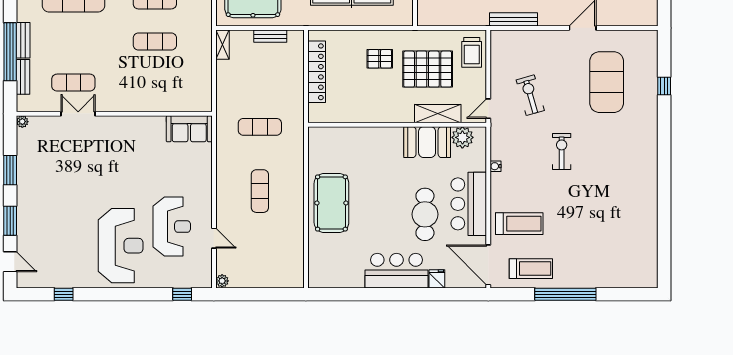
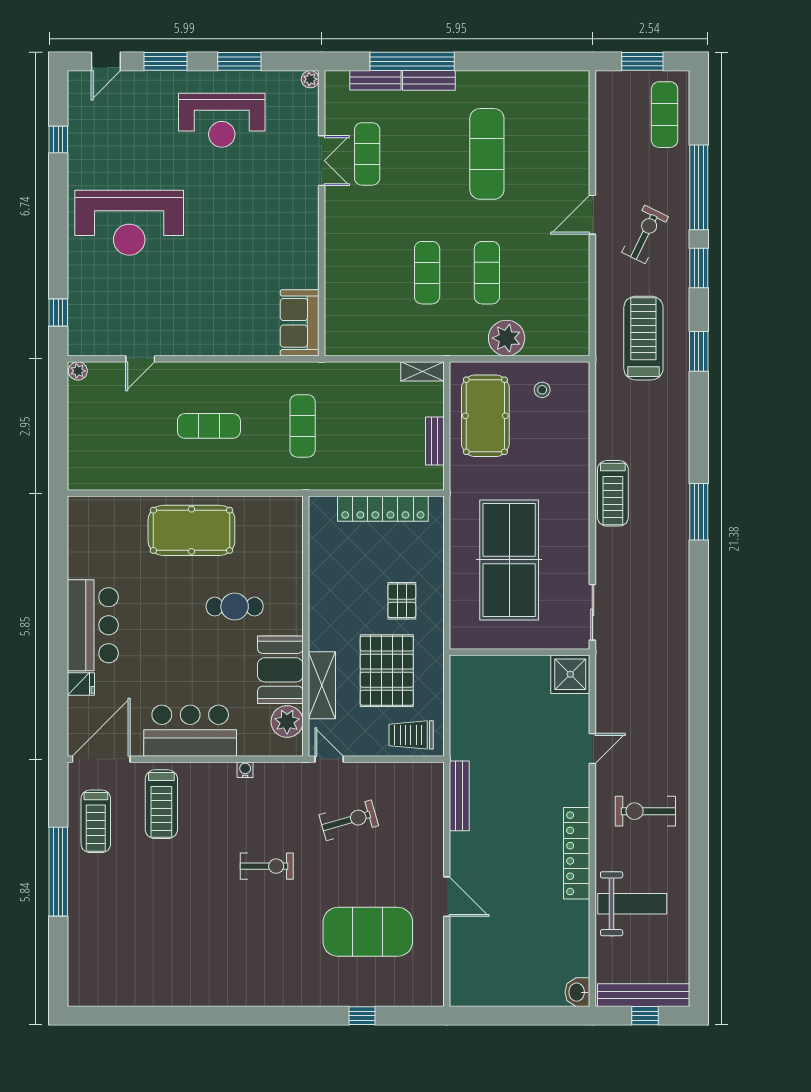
cafe table: (425, 214) -> (235, 607), moved, width x0.73, depth x0.74
reception desk: (172, 227) -> (222, 120), moved

